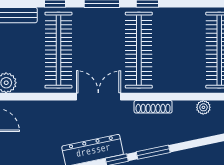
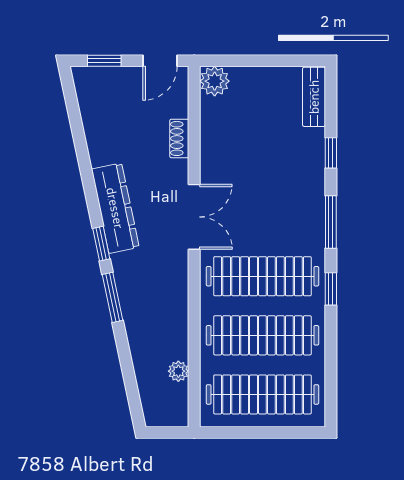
clothes rail: (58, 50) -> (262, 335), moved
shoe rack: (153, 107) -> (179, 138), moved, width x0.70

